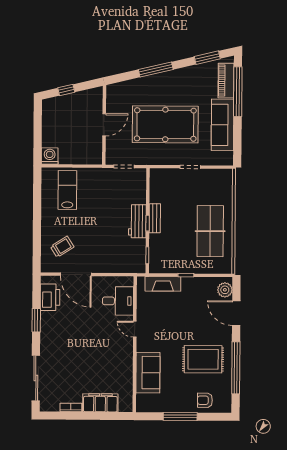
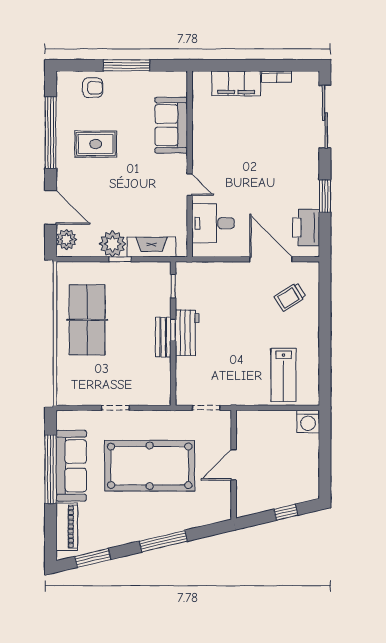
window: (238, 92) -> (51, 469), moved
plant: (191, 286) -> (112, 244), added
rug: (203, 359) -> (96, 144), width x0.73, depth x0.70

